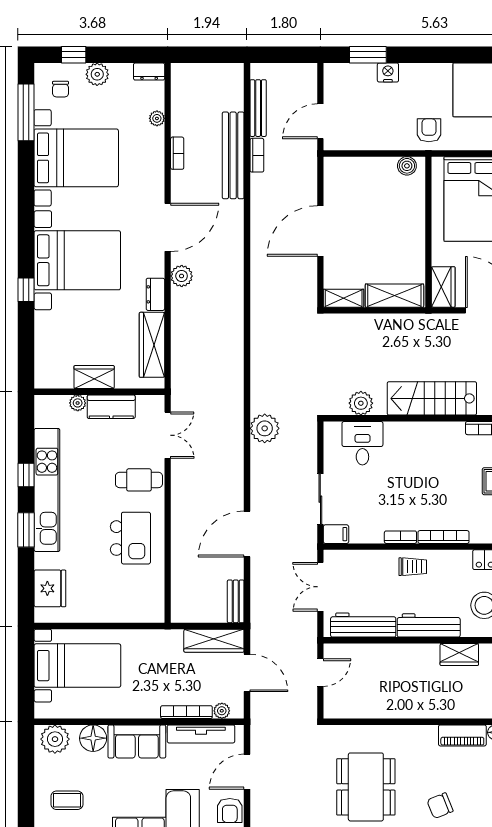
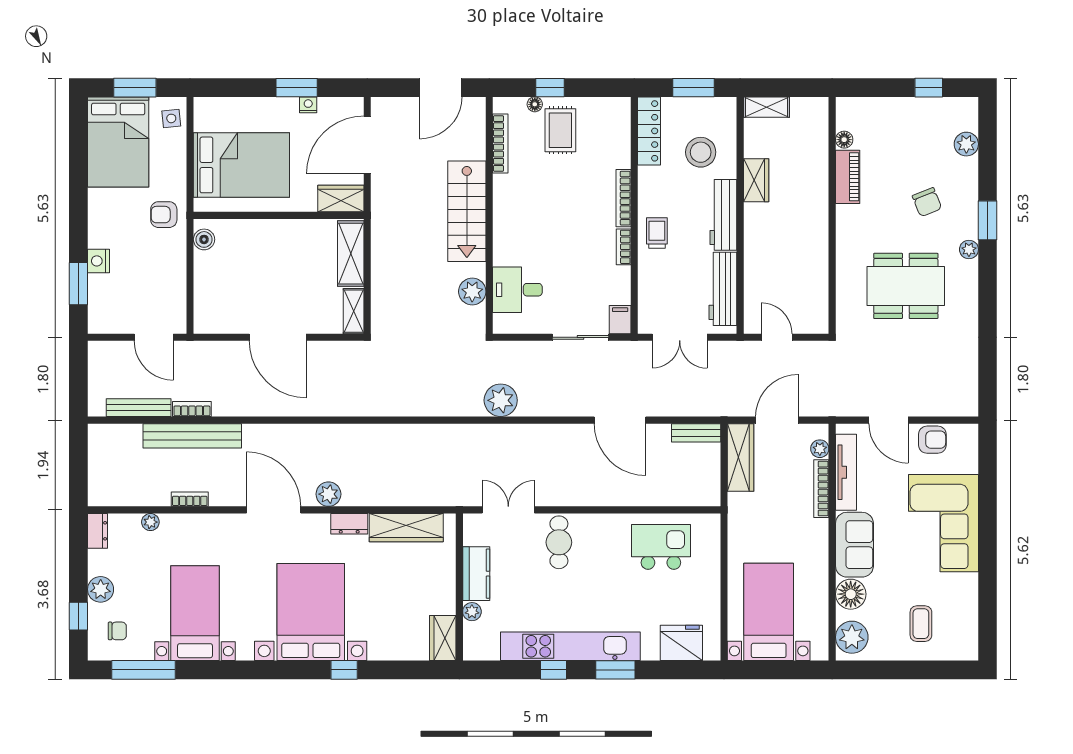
bed with nightstands: (76, 158) -> (195, 613), width x0.73
wardrobe: (94, 377) -> (443, 638), moved
kitchen island: (130, 538) -> (661, 547), moved

